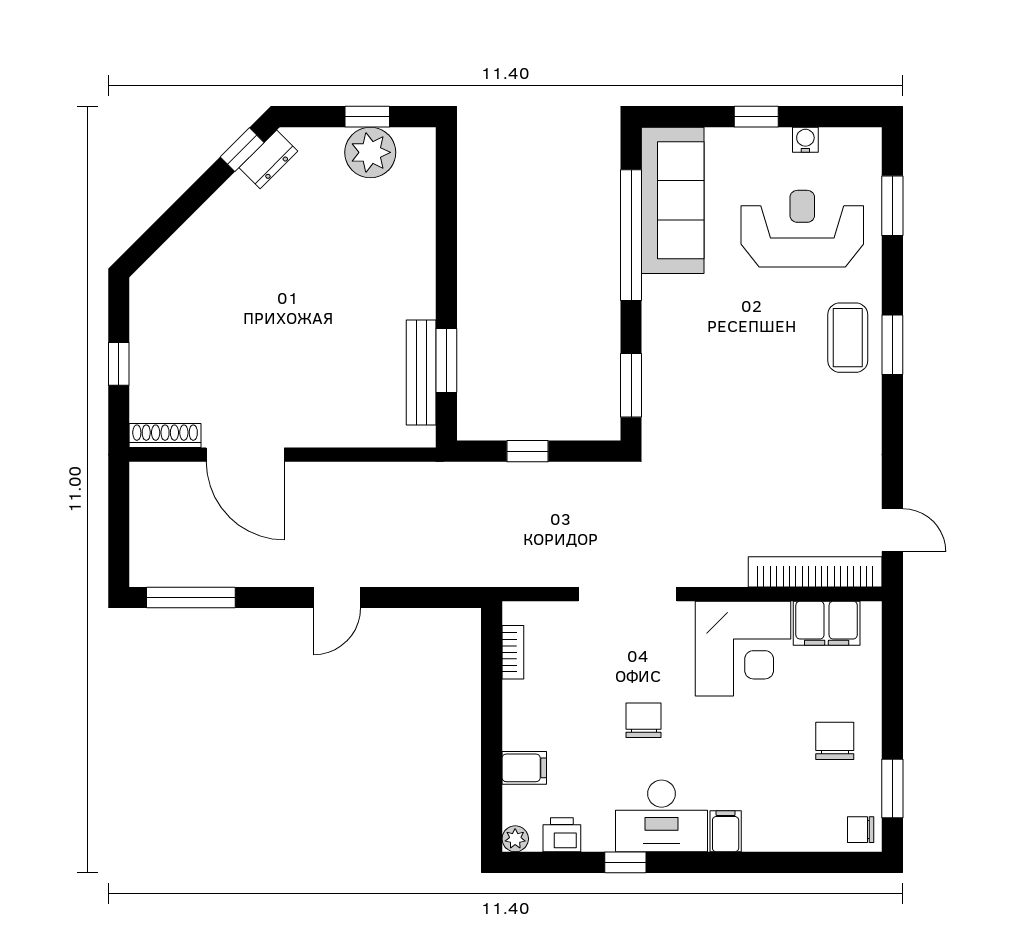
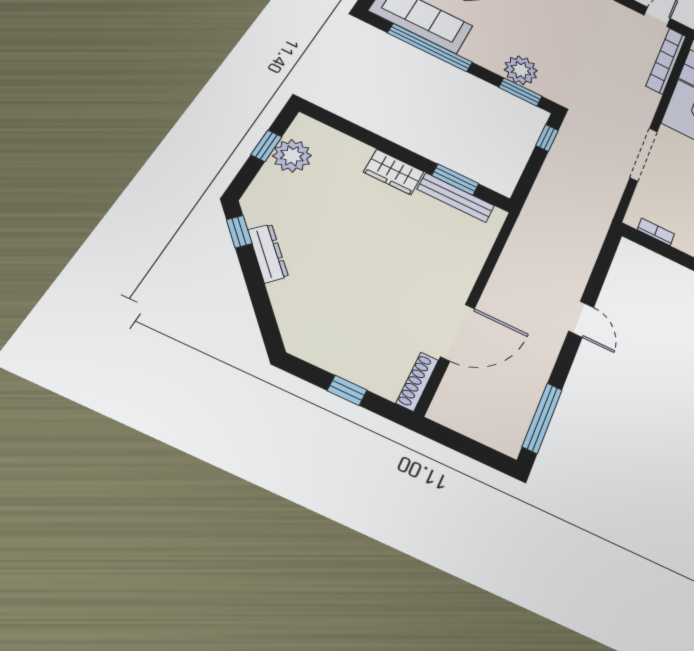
dresser: (268, 159) -> (268, 253), moved, width x1.44
wardrobe: (415, 281) -> (394, 172), added
plant: (668, 371) -> (521, 70), added
window: (527, 451) -> (547, 138), moved

